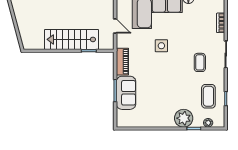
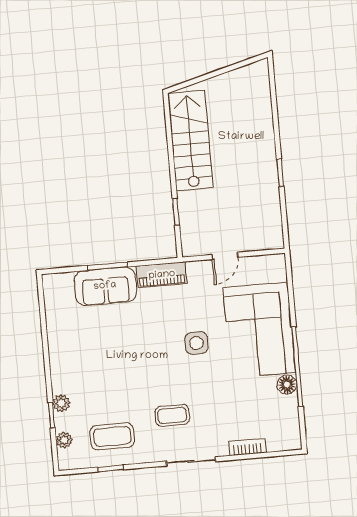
stairs: (72, 39) -> (190, 141), moved
plant: (184, 118) -> (61, 403), width x0.53, depth x0.53

